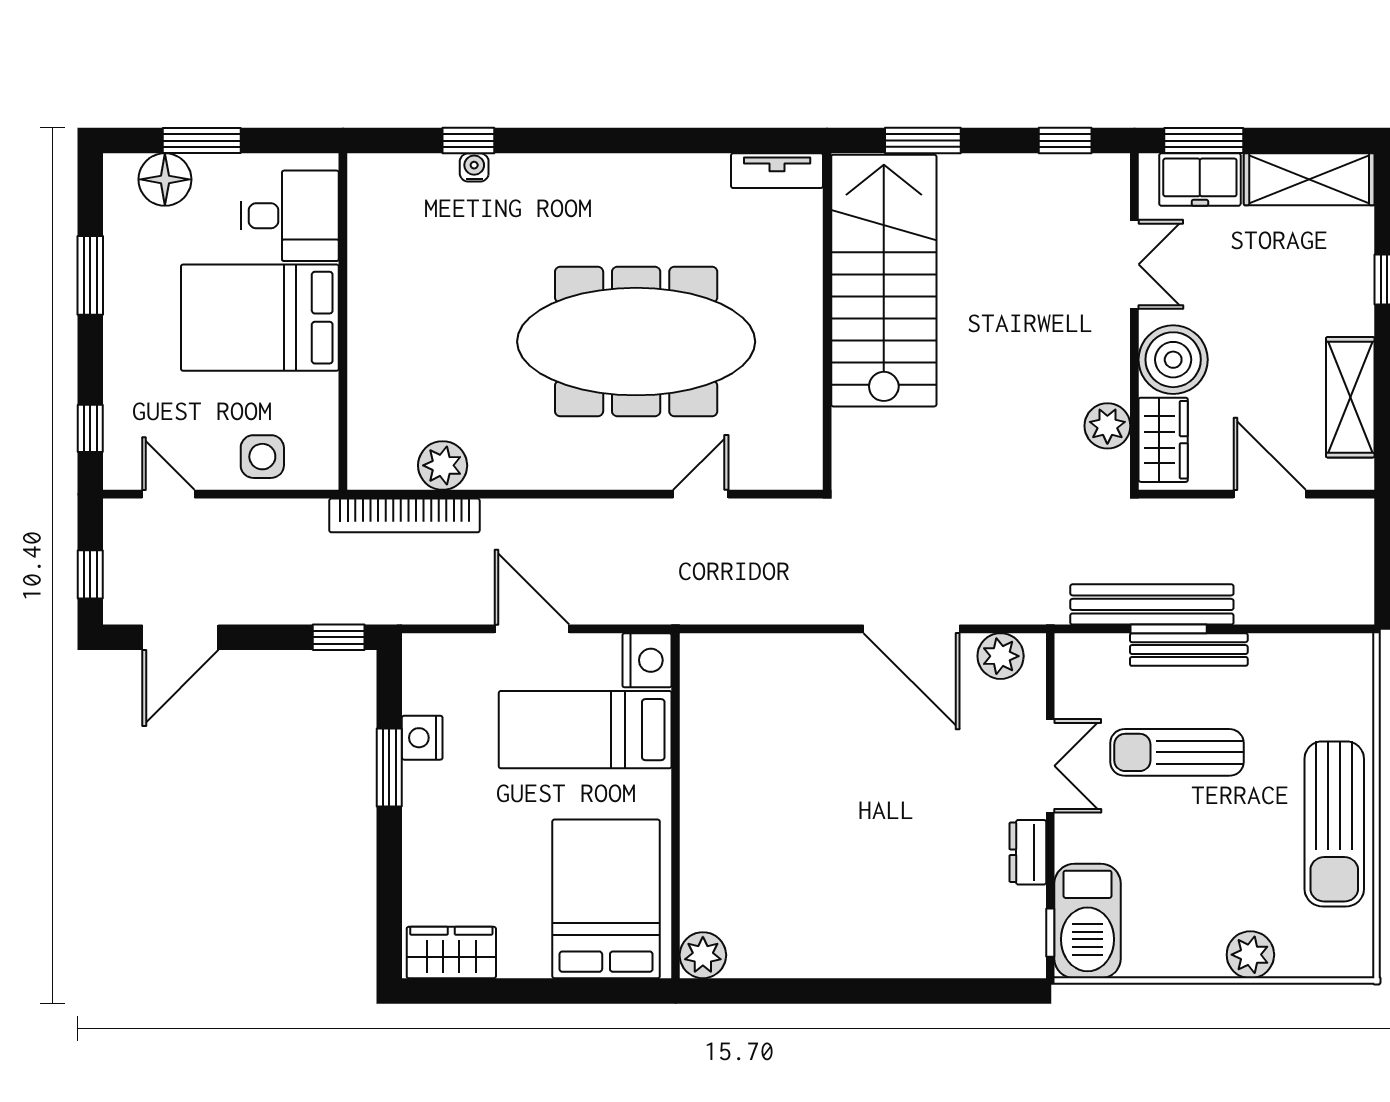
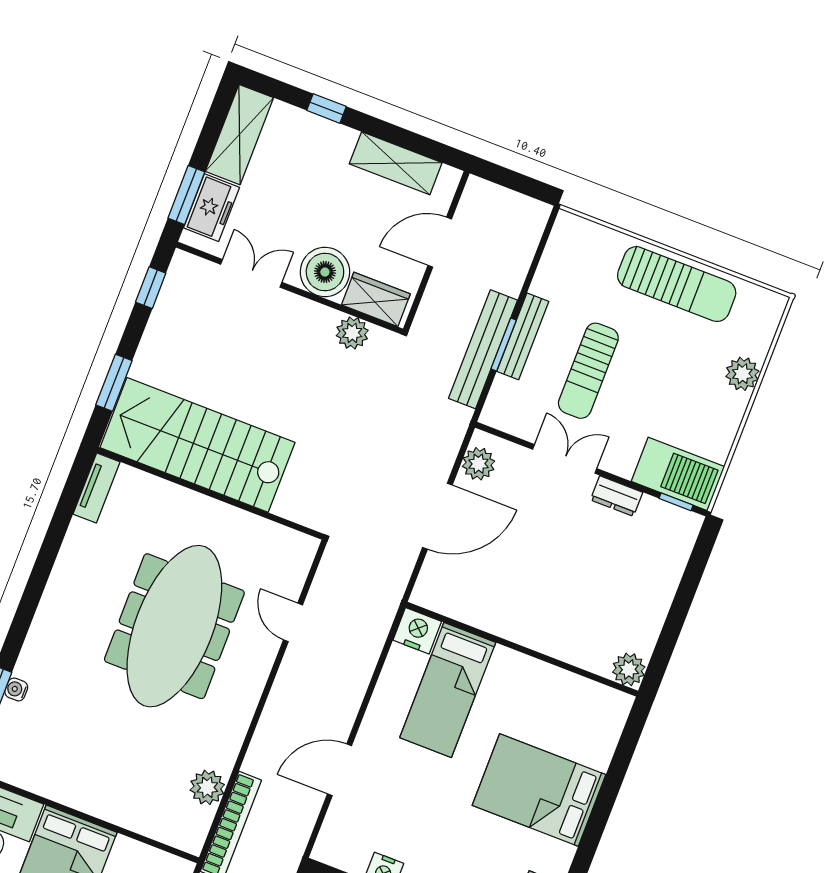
nightstand: (647, 660) -> (417, 631), moved
bed: (585, 730) -> (448, 690), moved
wall: (676, 806) -> (522, 649), moved
plant: (703, 955) -> (629, 669), moved

